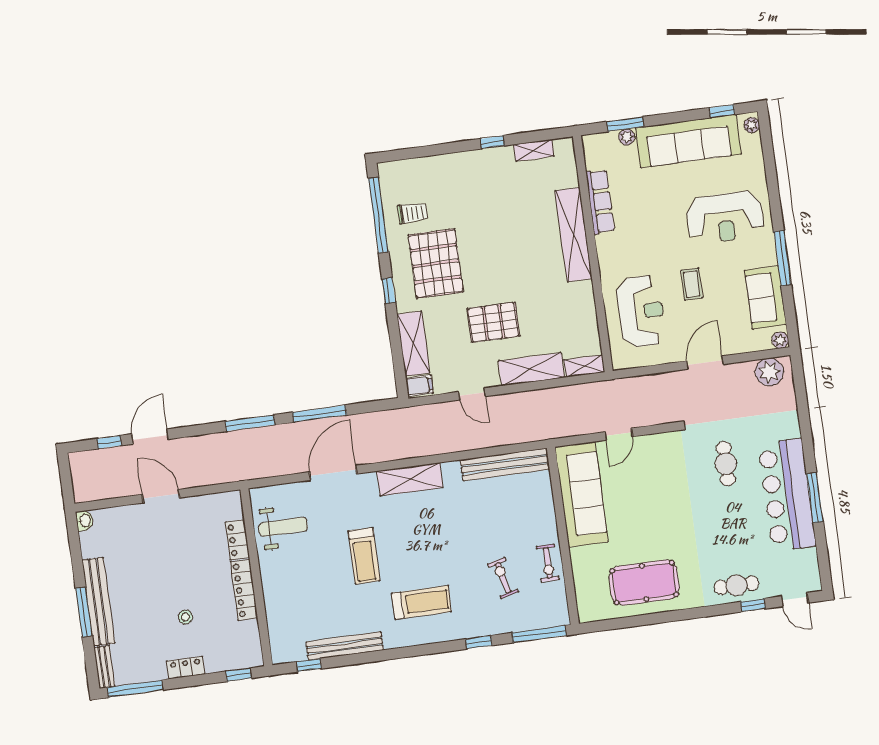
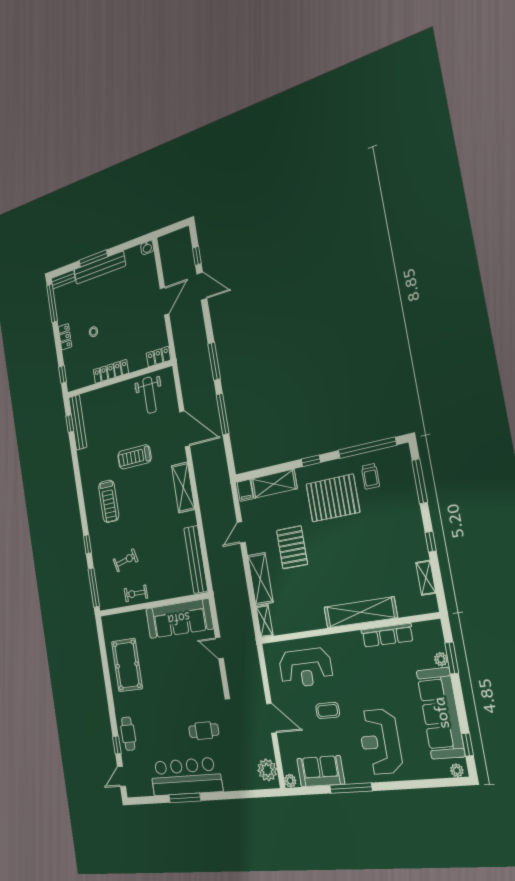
window: (422, 152) -> (420, 481), added
locker: (237, 540) -> (158, 357), moved
bench: (345, 646) -> (78, 422), moved

